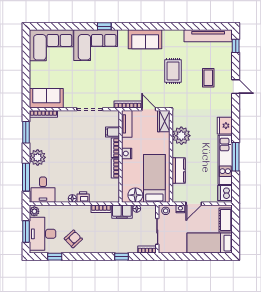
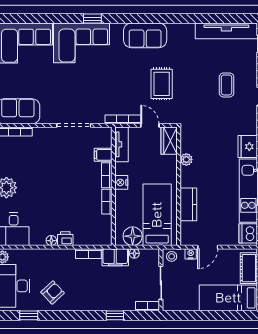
rug: (173, 71) -> (162, 84), moved
plant: (181, 136) -> (186, 159), width x0.53, depth x0.53

